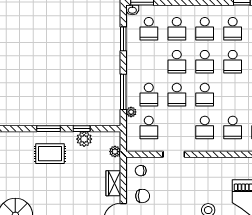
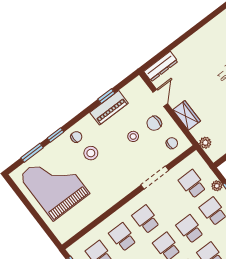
doorway: (174, 154) -> (155, 178), width x1.38
stool: (166, 198) -> (133, 136), added

